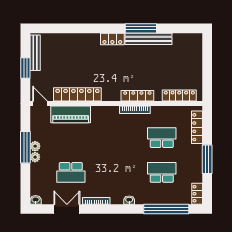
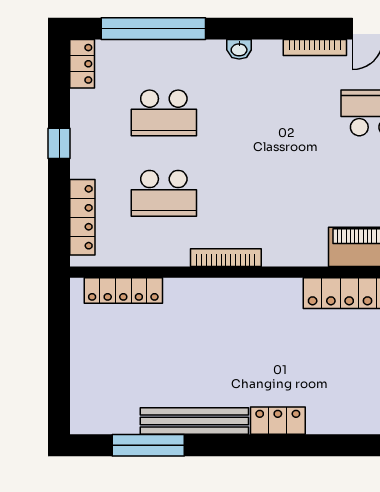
window: (141, 28) -> (148, 445), moved
locker: (137, 96) -> (220, 290), removed
window: (207, 159) -> (59, 143), width x0.46

